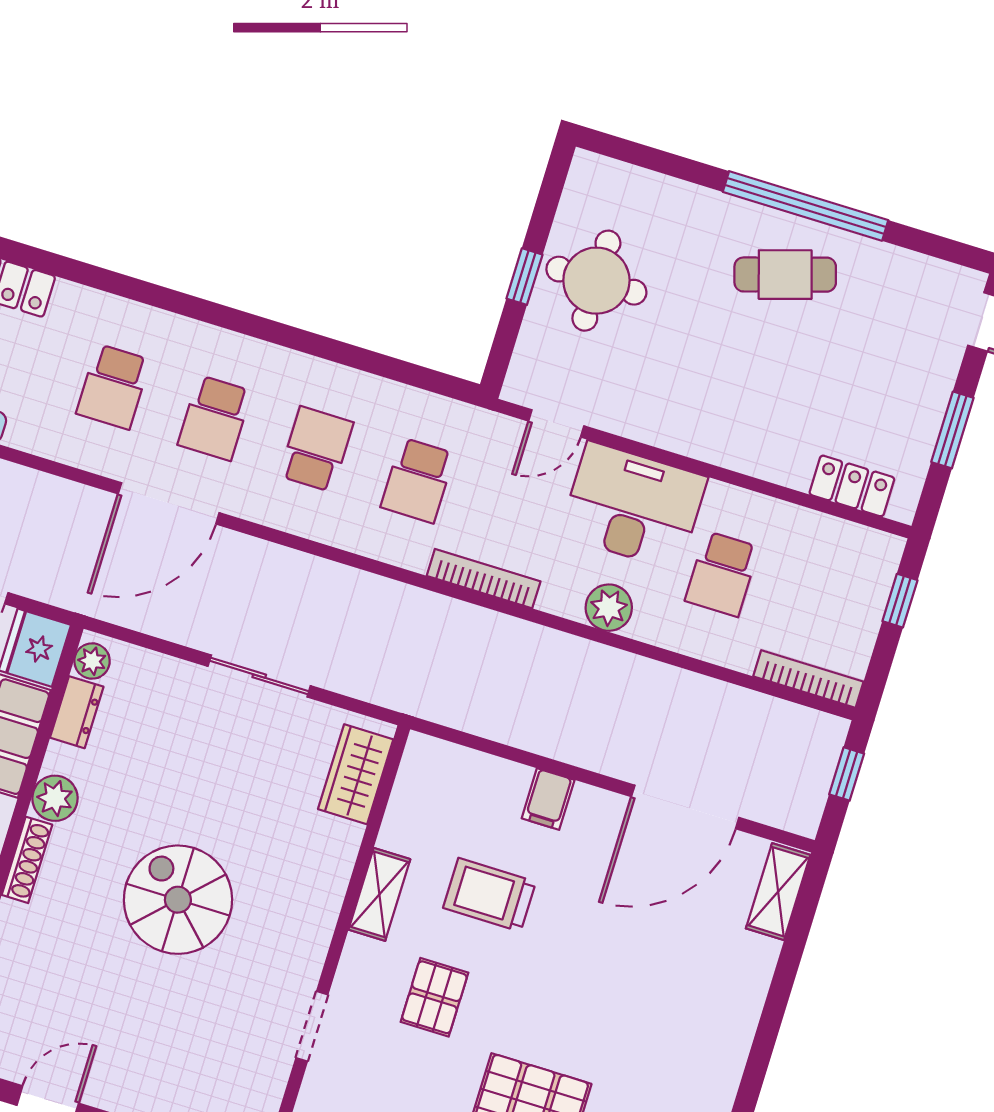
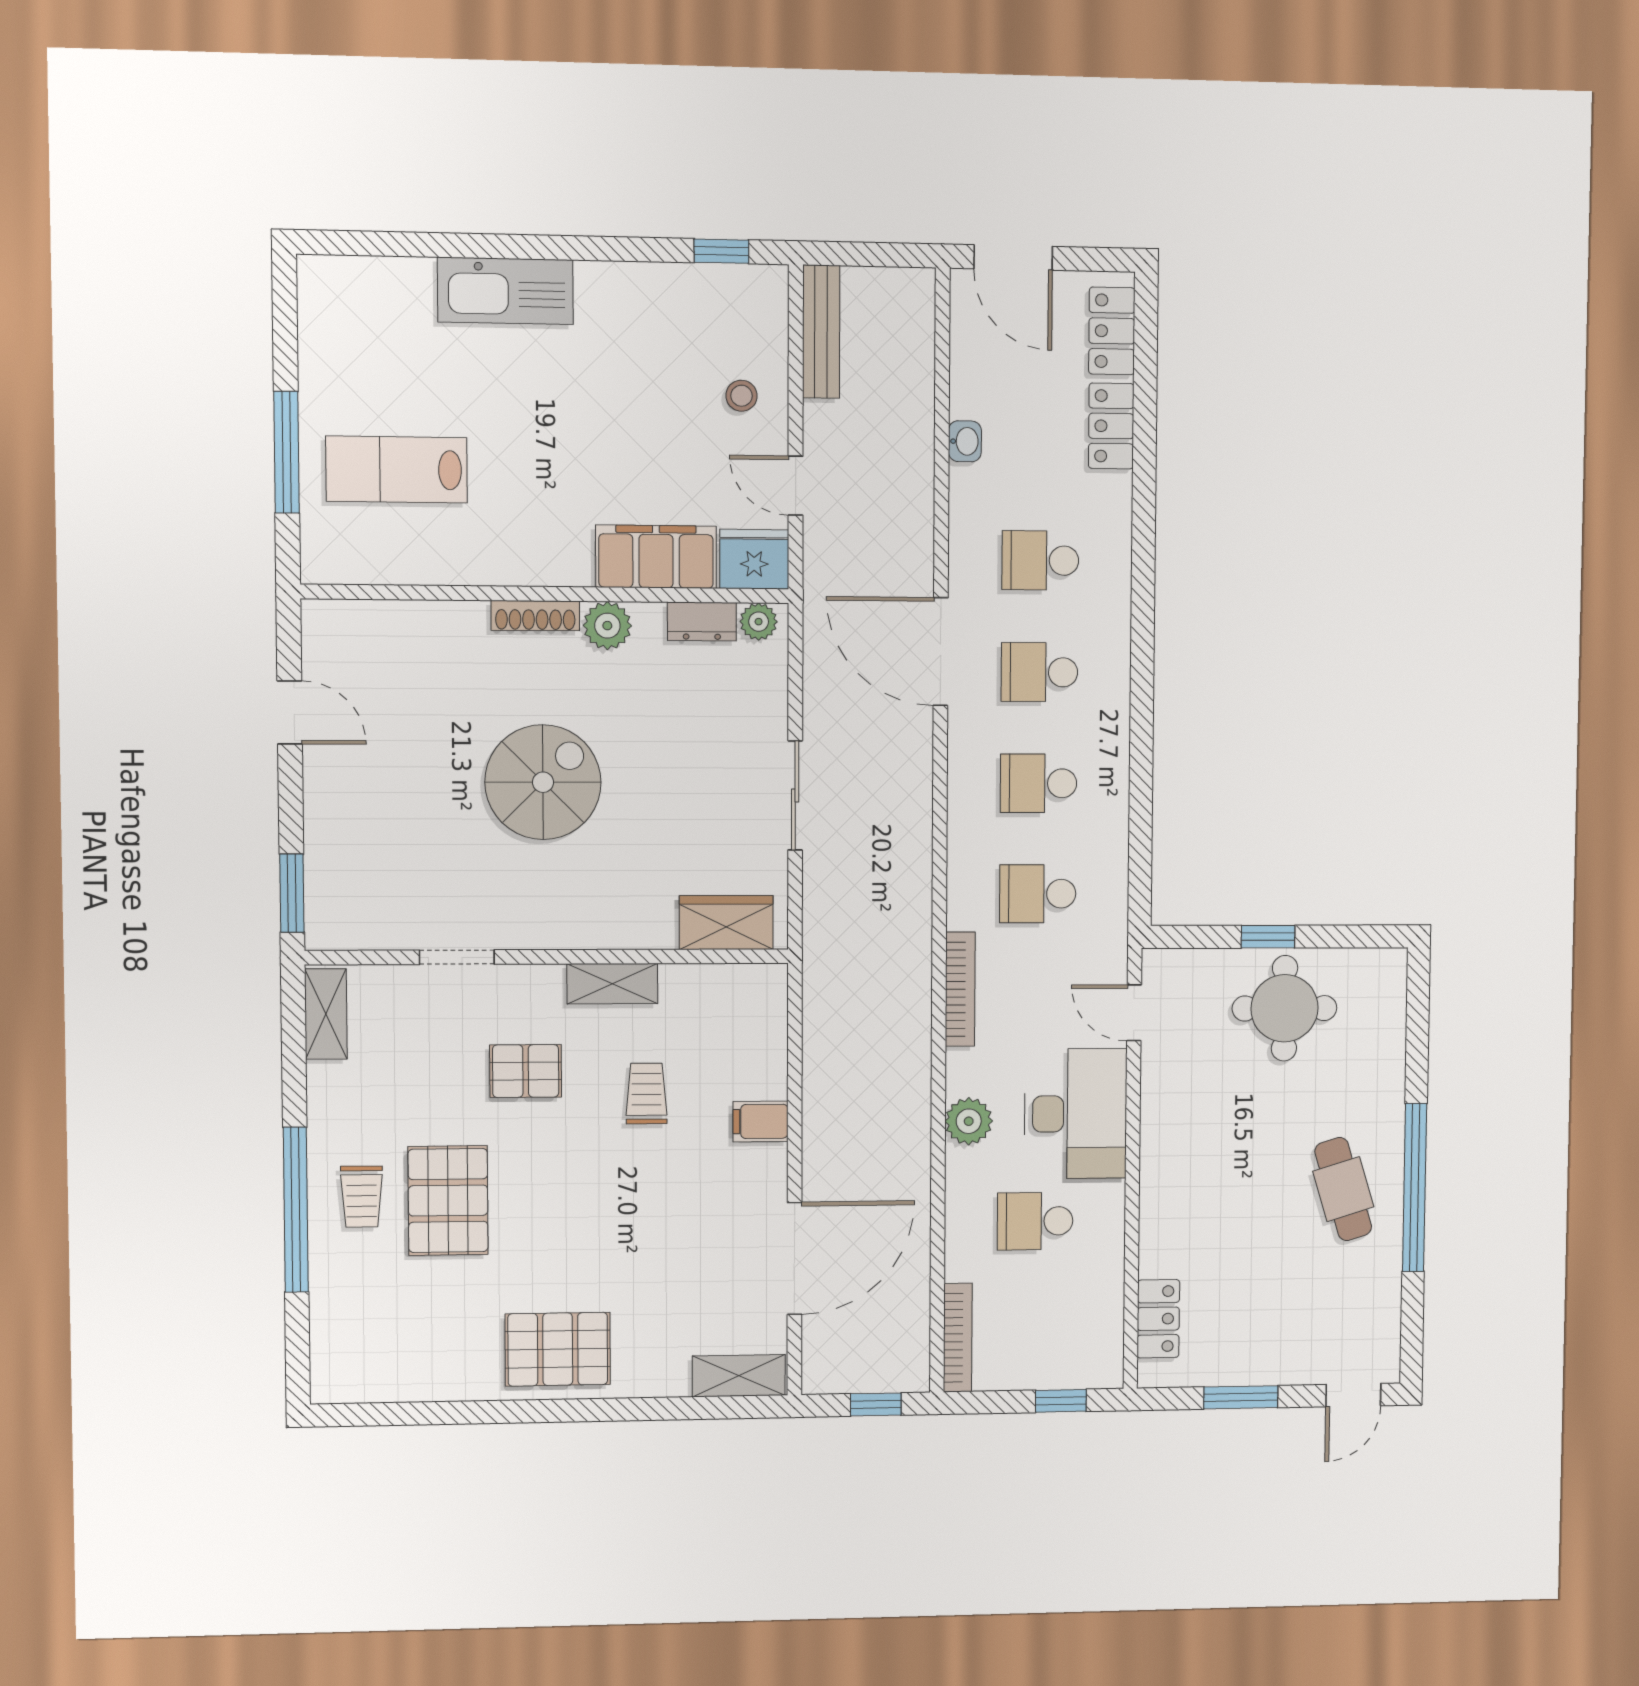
school desk: (316, 449) -> (1039, 783), turned 180
door: (685, 807) -> (795, 1258), swing flipped
trolley: (490, 895) -> (647, 1094), width x0.73, depth x0.72
pallet: (699, 1049) -> (558, 1349), added

